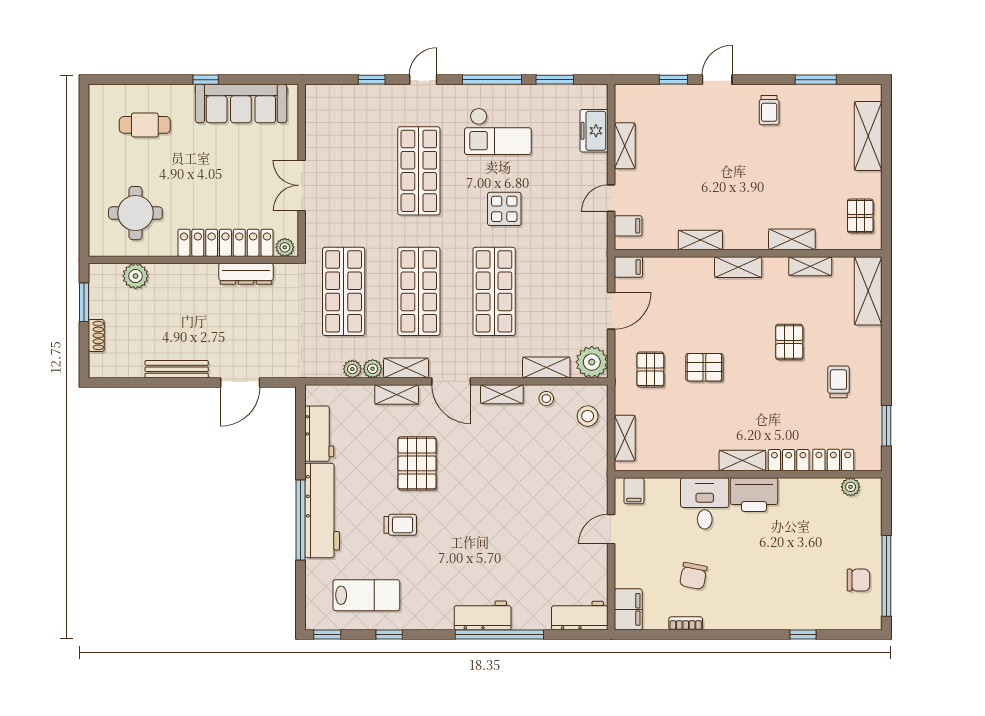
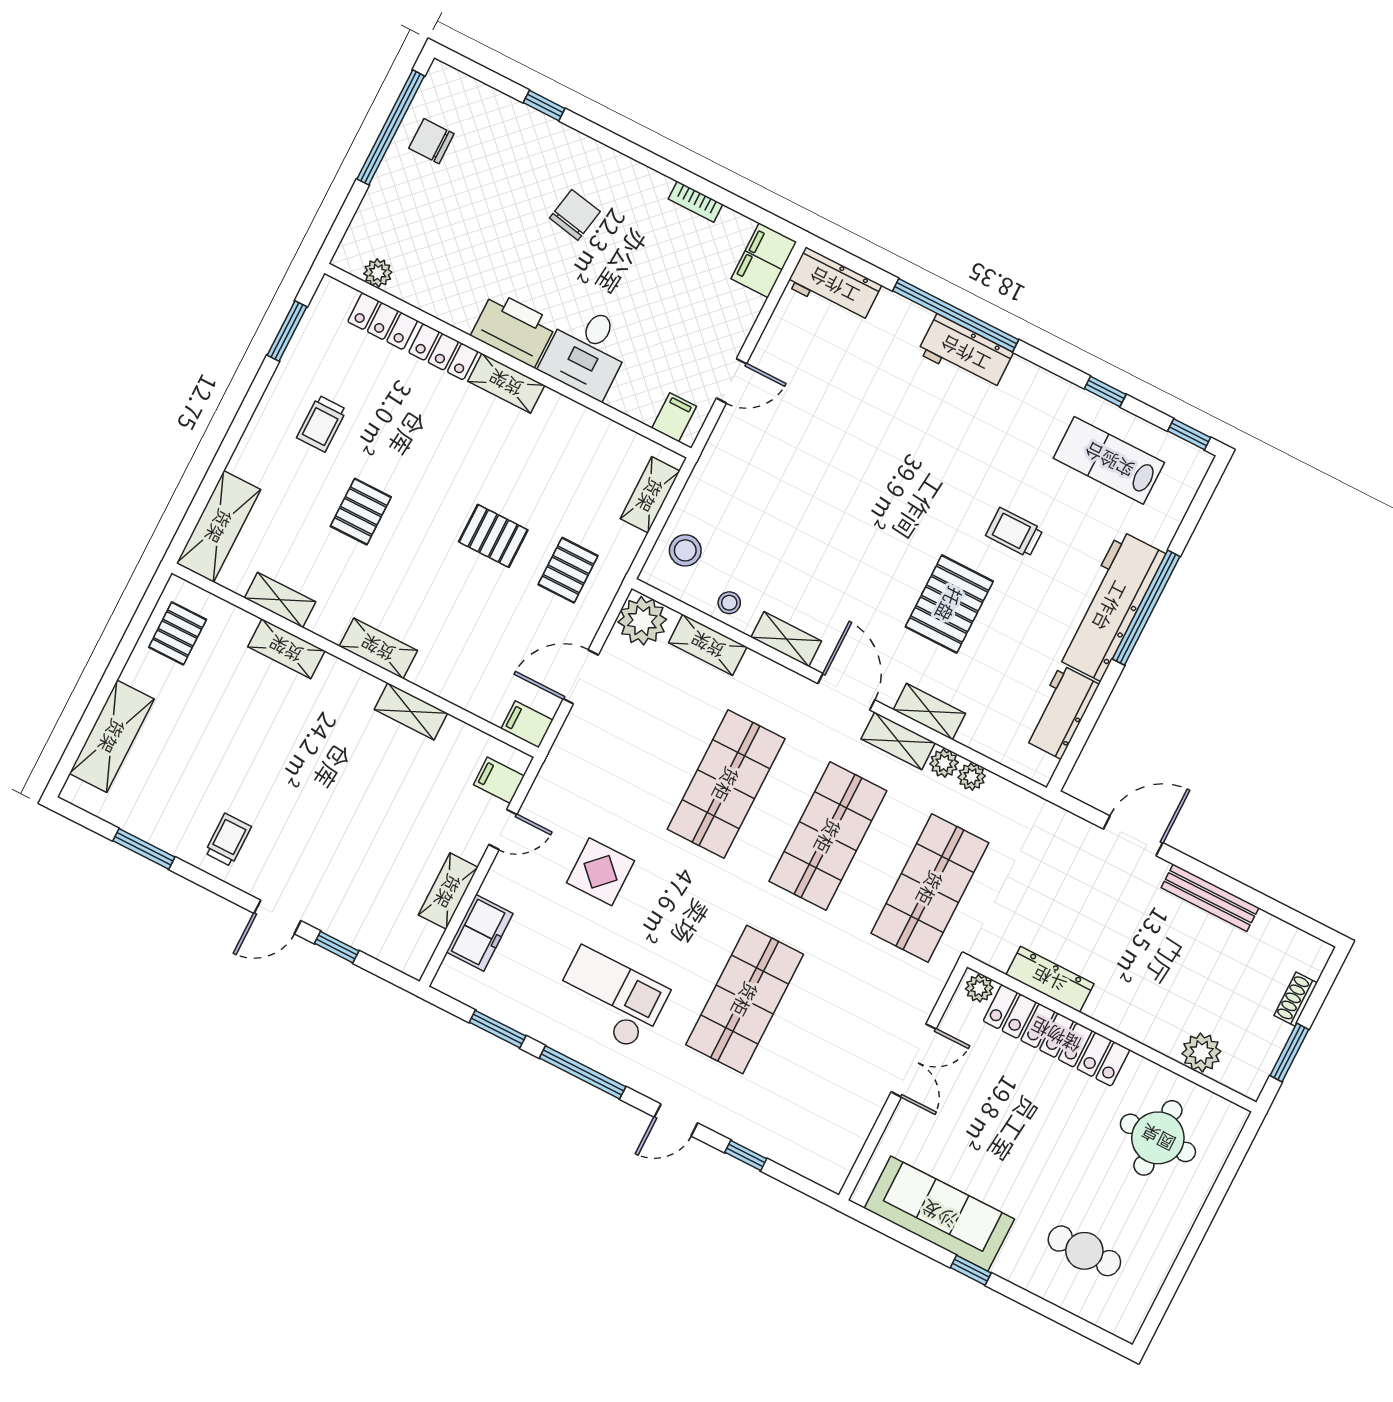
display table: (504, 209) -> (600, 872), moved
chair: (693, 576) -> (575, 215), moved

